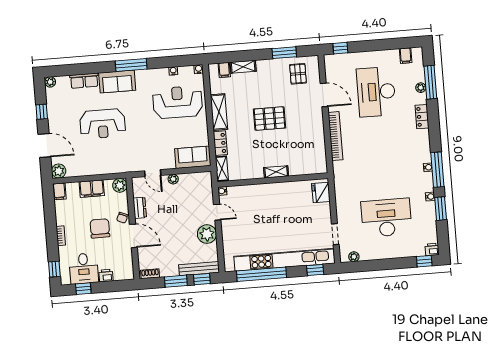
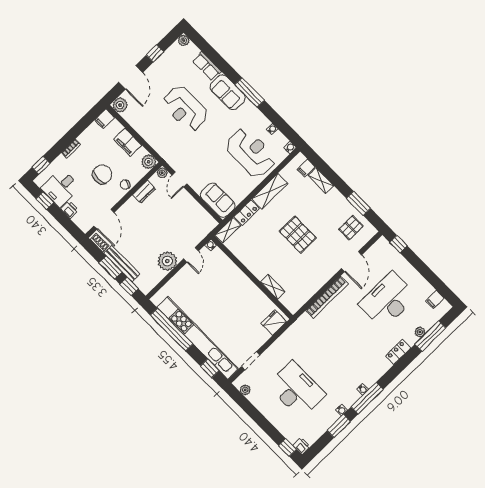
shelving: (276, 172) -> (273, 287), moved
plant: (173, 179) -> (162, 173), moved
door: (133, 236) -> (104, 219), moved
bench: (199, 269) -> (122, 264), moved

